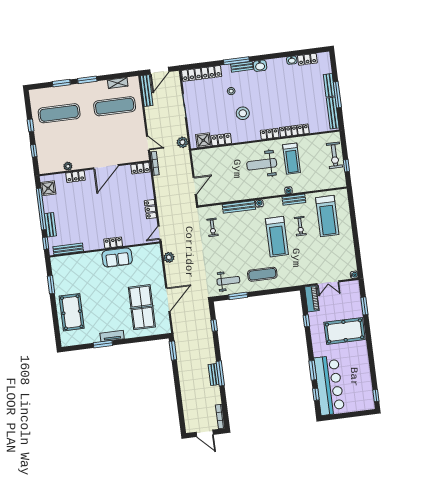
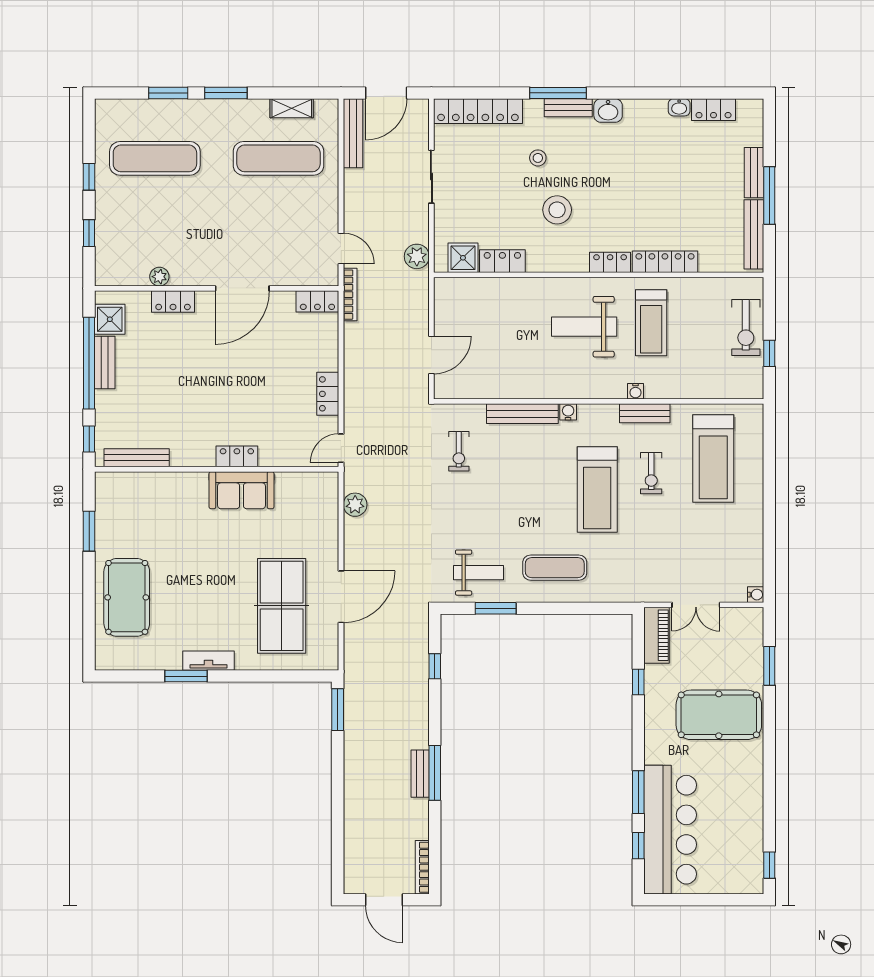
bench: (50, 225) -> (105, 363), moved

